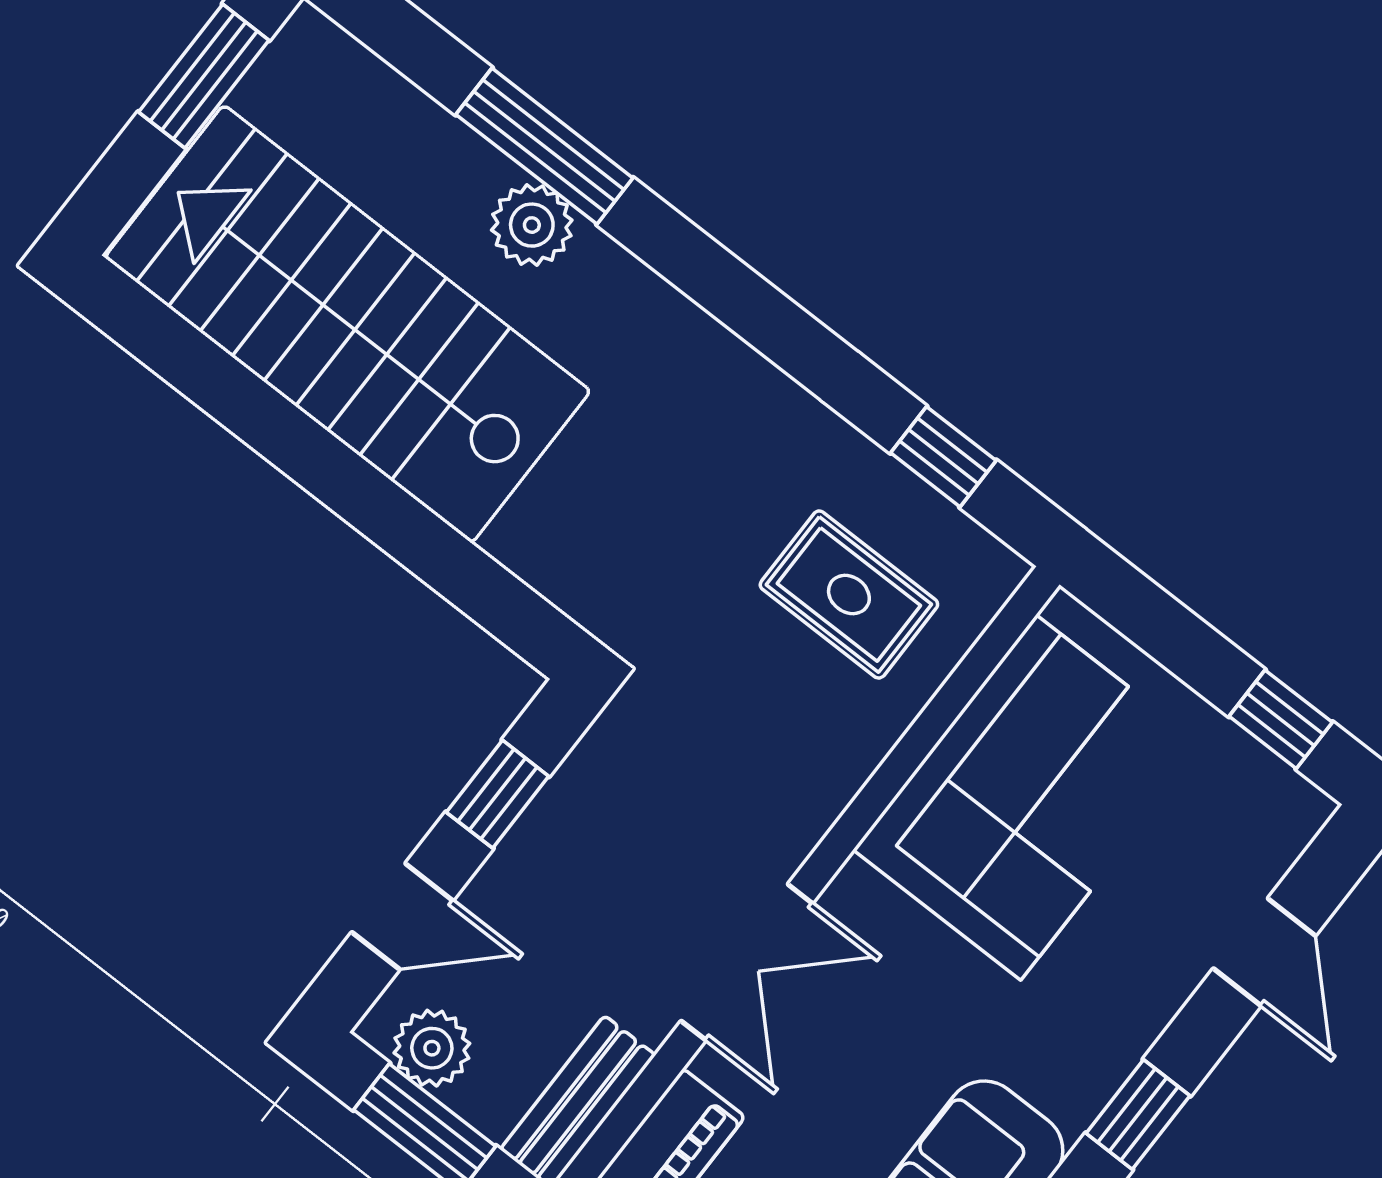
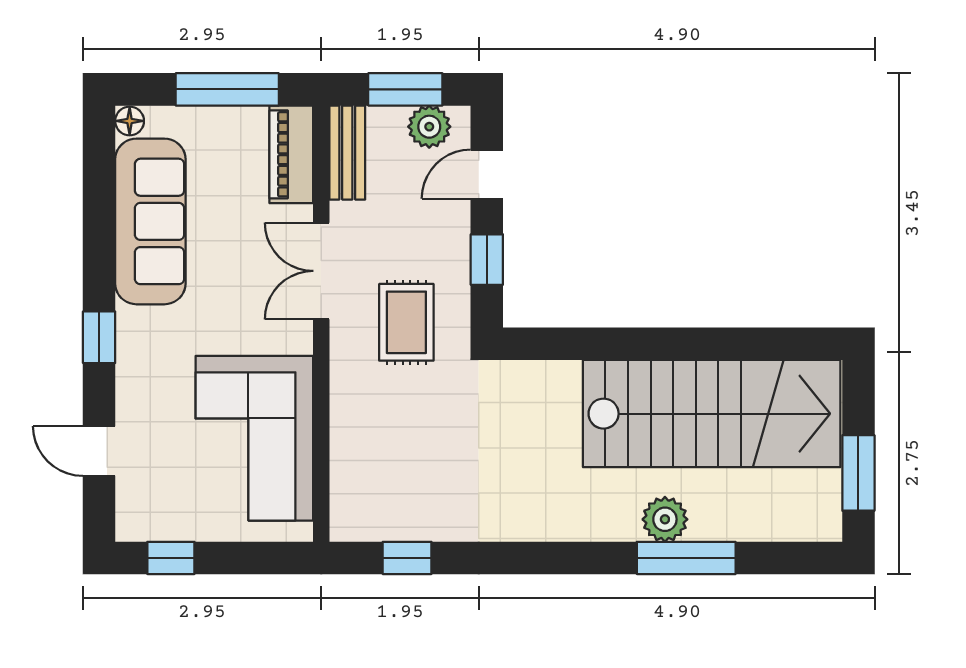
rug: (849, 595) -> (406, 322), moved, turned 90

